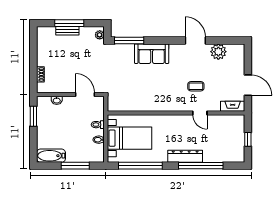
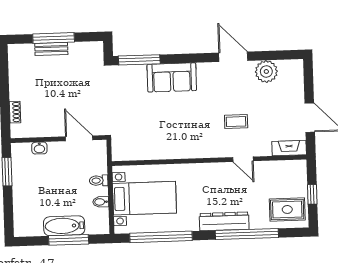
plant: (100, 35) -> (97, 53), removed
rug: (230, 149) -> (287, 209), added
bathtub: (51, 156) -> (64, 226), moved

